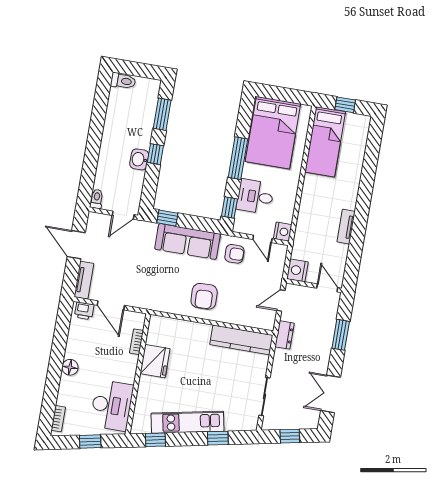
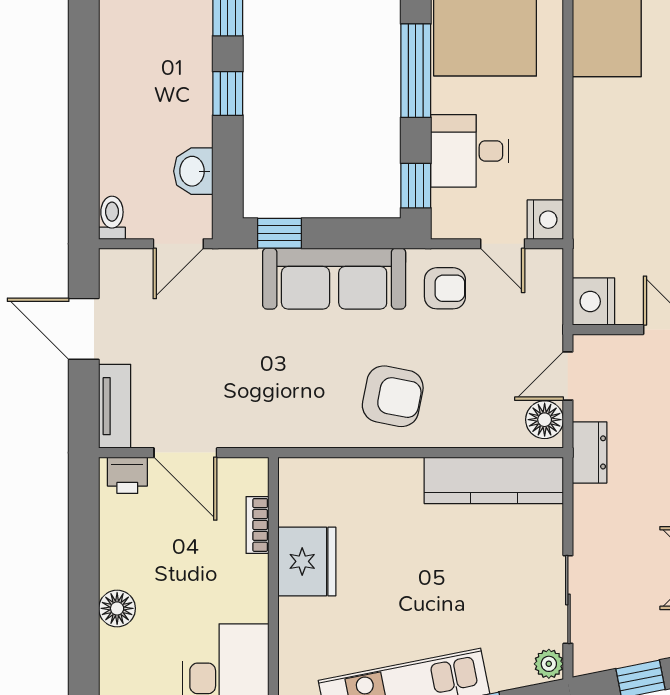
washbasin: (139, 159) -> (193, 171), moved
armchair: (204, 296) -> (393, 396), turned -77
floor lamp: (268, 318) -> (545, 420), added
plant: (252, 423) -> (549, 664), added

